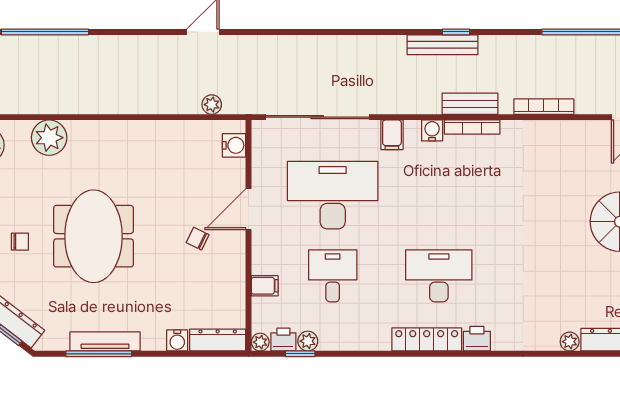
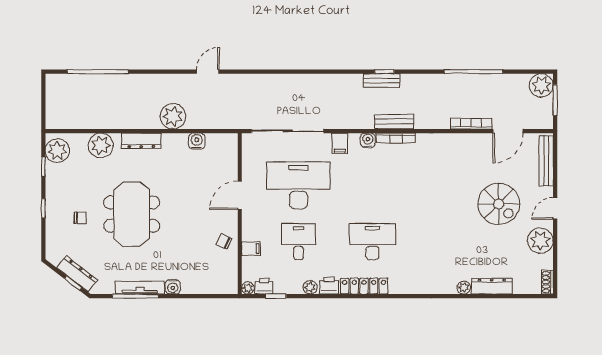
bench: (442, 45) -> (382, 80), width x0.73
plant: (212, 105) -> (173, 116), moved, width x1.87, depth x1.87
bookcase: (544, 107) -> (471, 124), moved
water cooler: (234, 145) -> (197, 141), moved, turned -90
chair: (198, 239) -> (224, 241), moved
printer: (477, 339) -> (329, 286), moved
water cooler: (177, 340) -> (173, 287), moved
dresser: (218, 340) -> (141, 141), moved, turned 180
plant: (308, 341) -> (310, 287), moved

